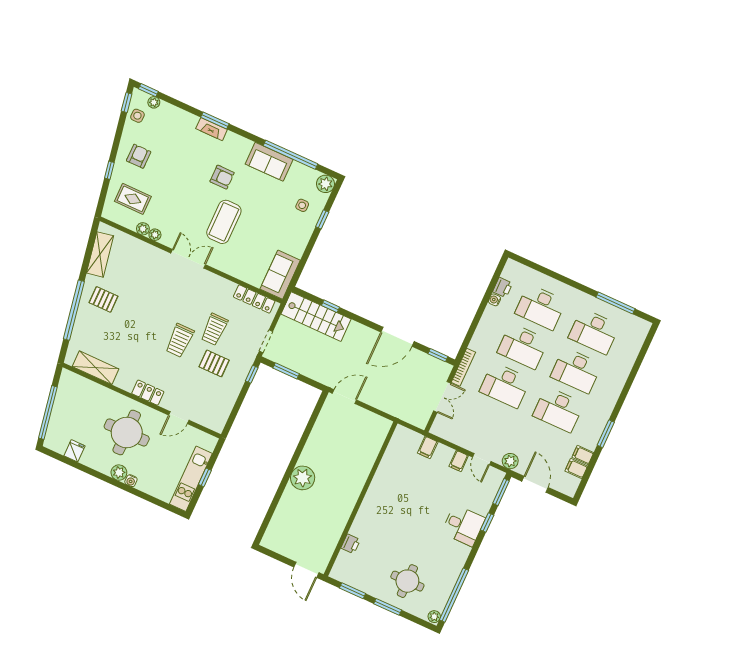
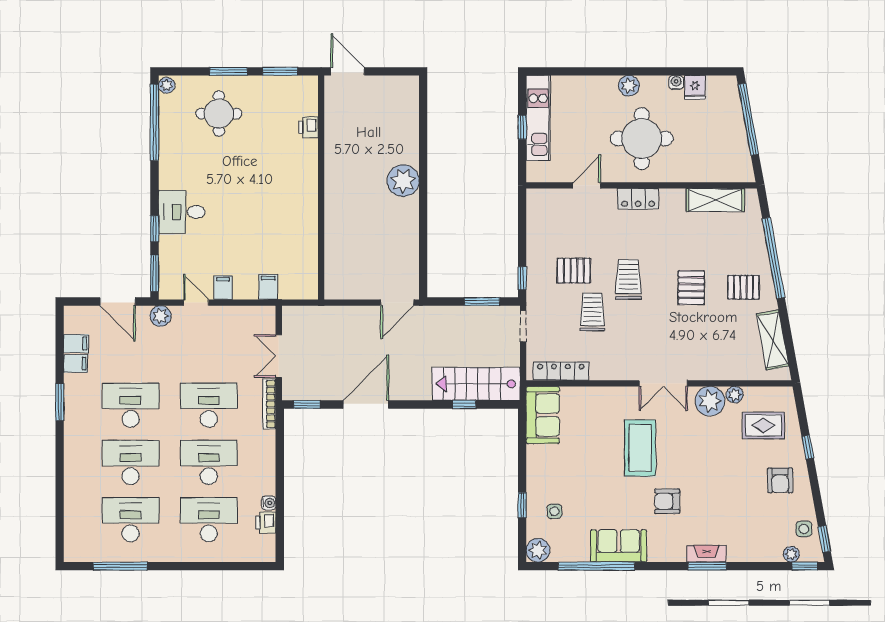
plant: (155, 235) -> (710, 401), width x1.88, depth x1.88
pallet: (139, 315) -> (691, 288), added
water cooler: (131, 481) -> (676, 82), moved

